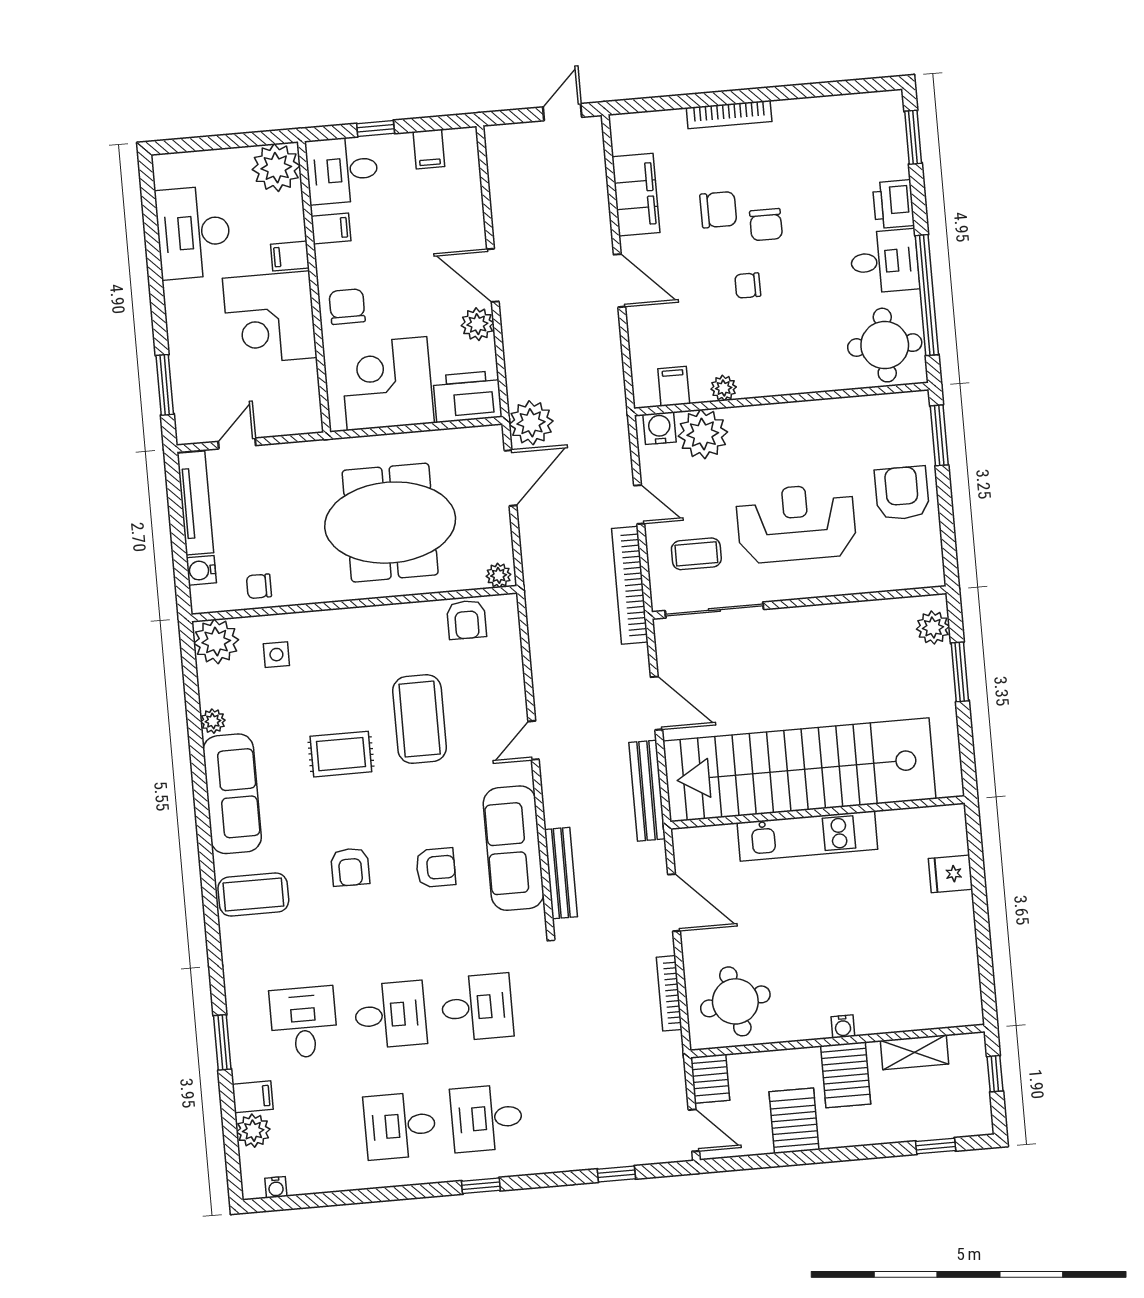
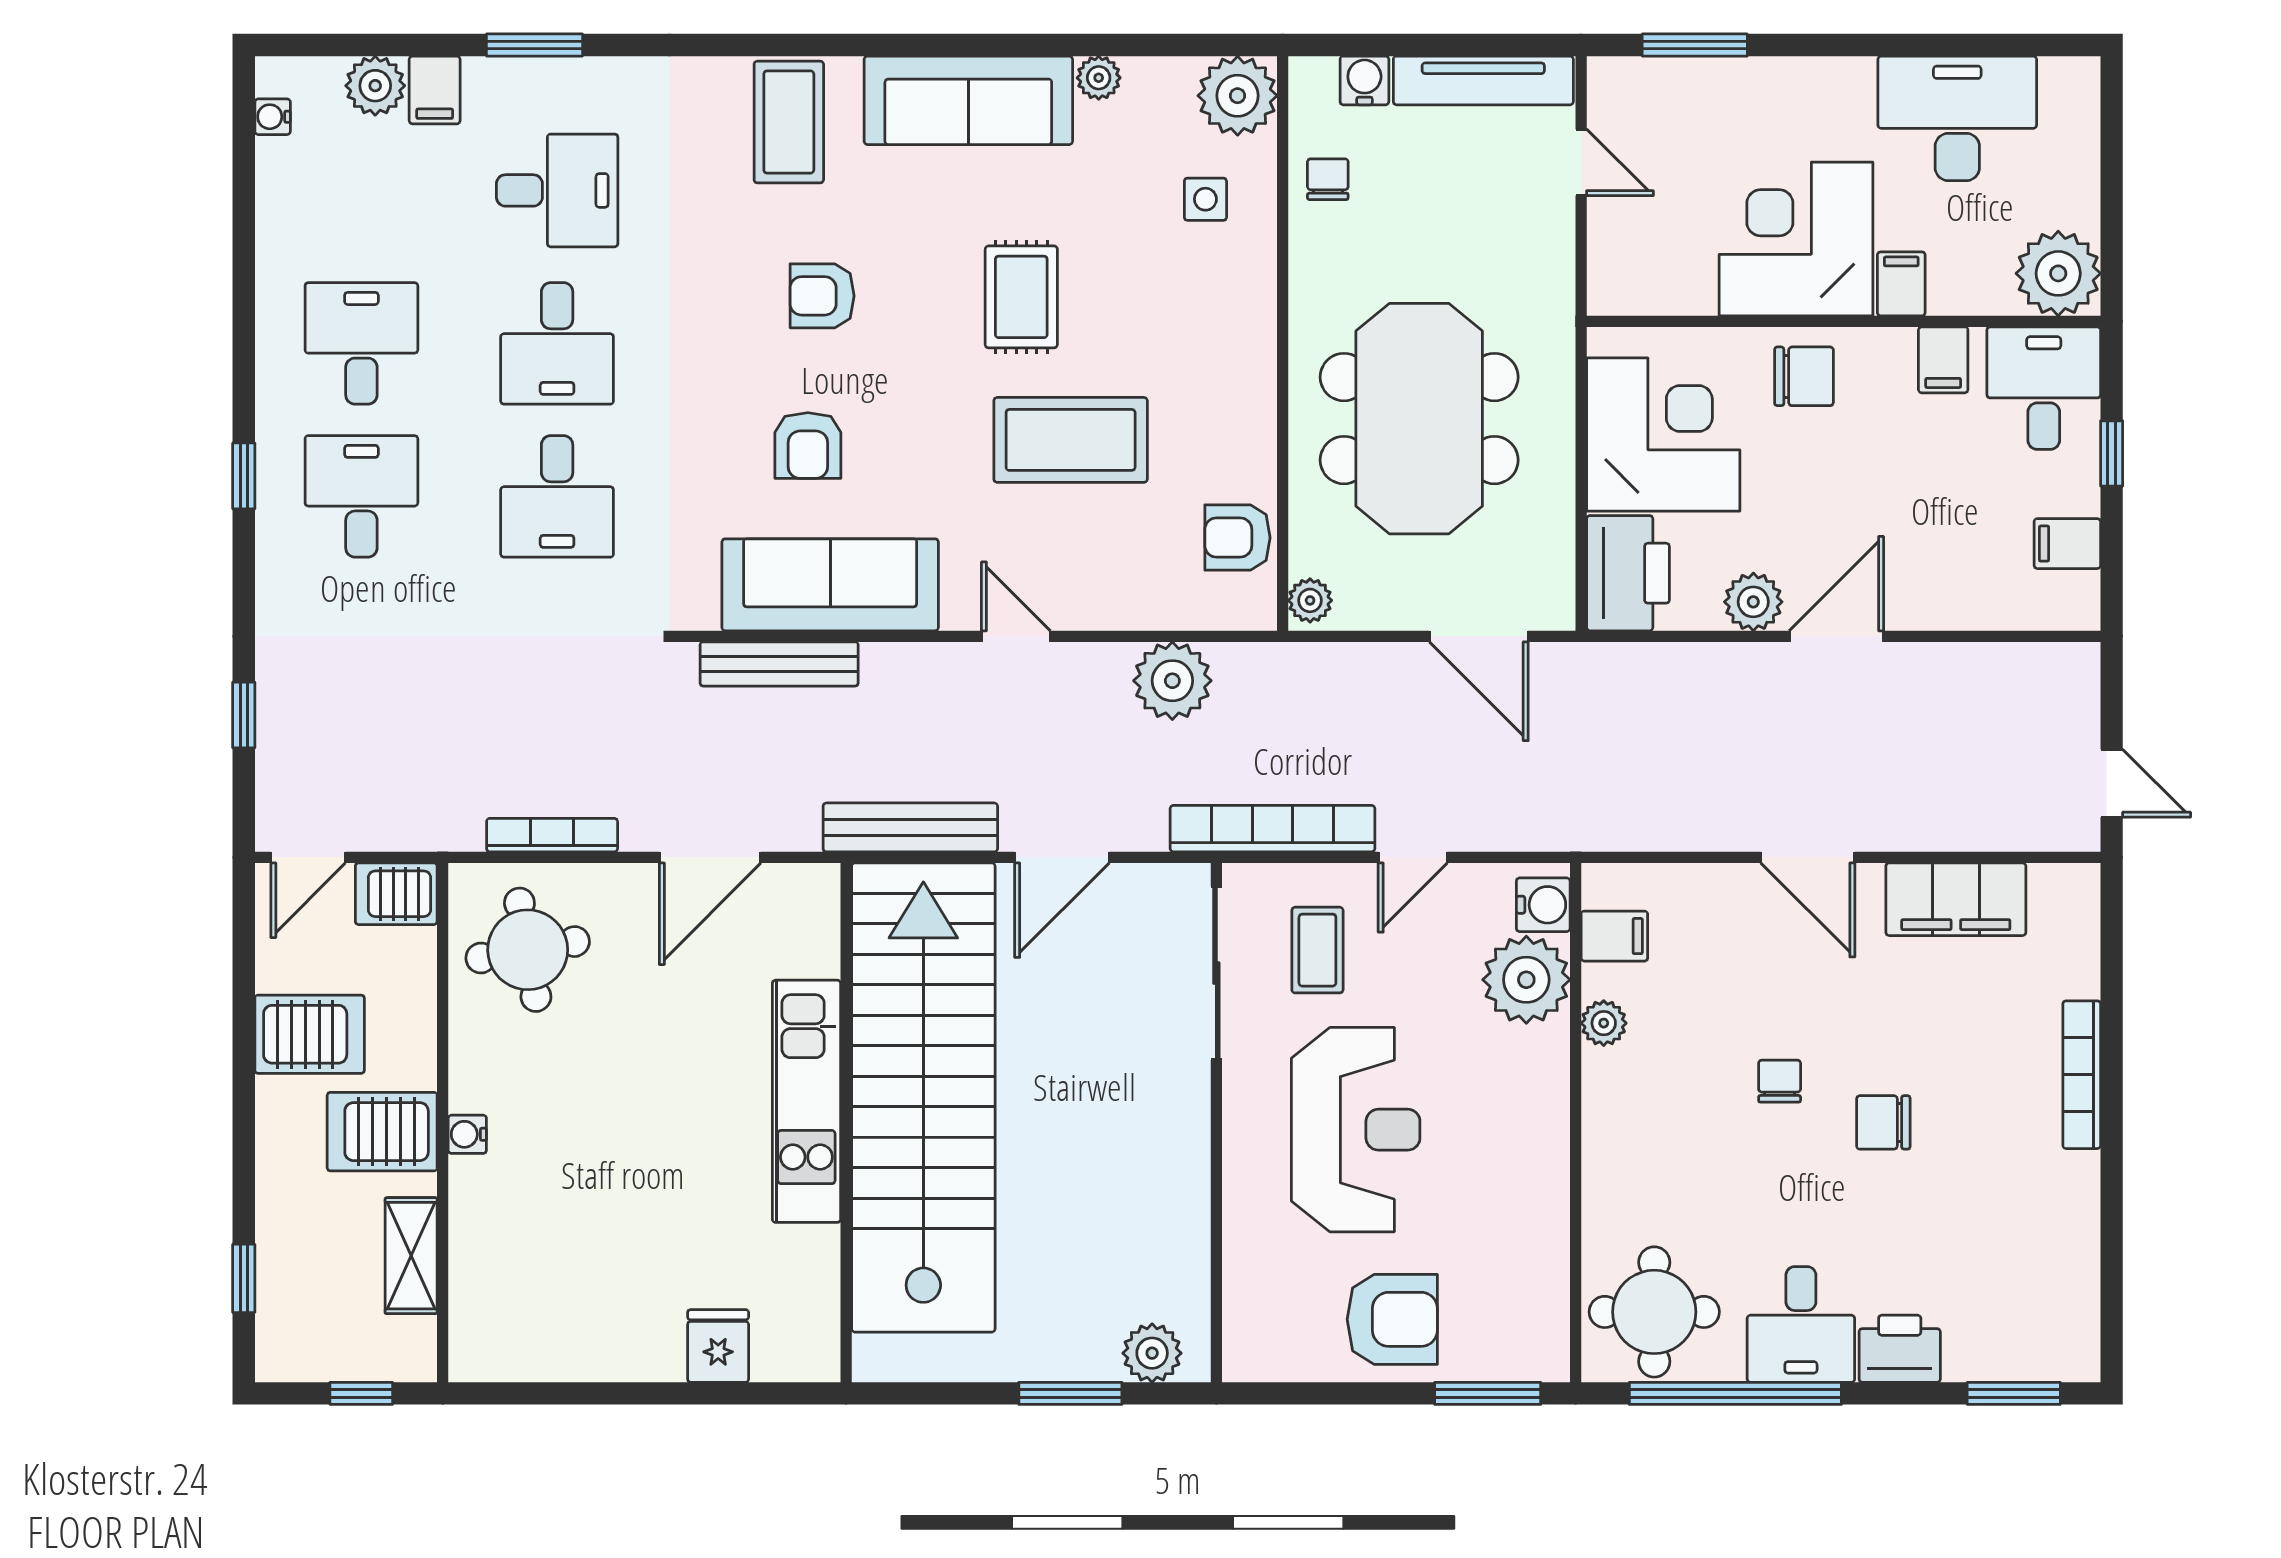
chair: (718, 210) -> (1917, 1041), removed
door: (620, 281) -> (1808, 857), hinge flipped
plant: (531, 423) -> (1172, 681), moved

